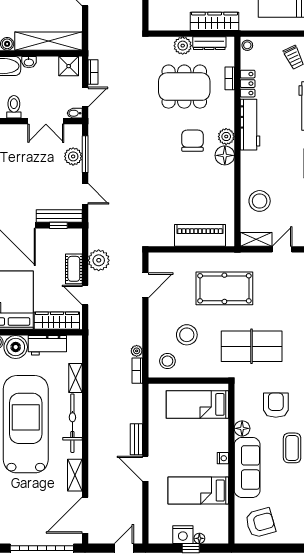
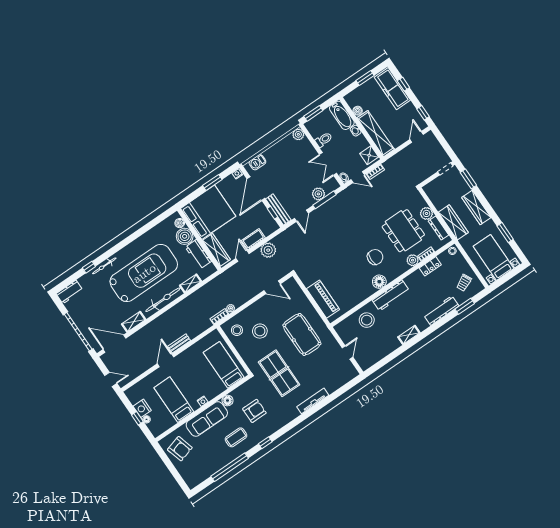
workbench: (250, 125) -> (391, 295), moved
plant: (226, 137) -> (413, 260), moved
shelving: (256, 239) -> (343, 333), removed
door: (282, 249) -> (348, 352), hinge flipped

